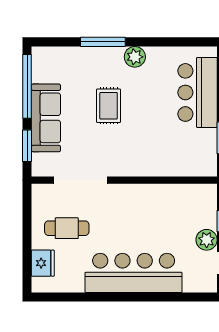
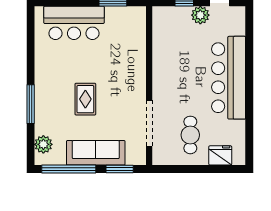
plant: (135, 57) -> (43, 144), moved
rug: (109, 106) -> (85, 99), turned 90

